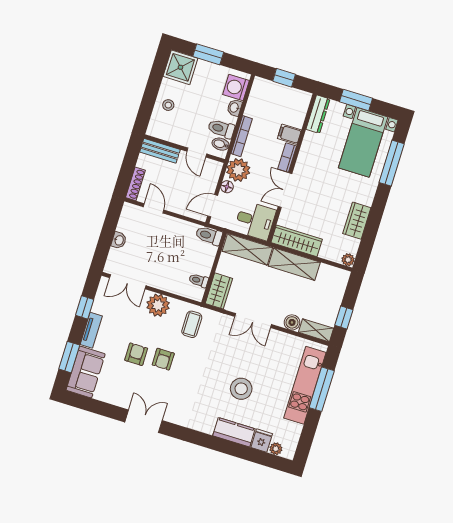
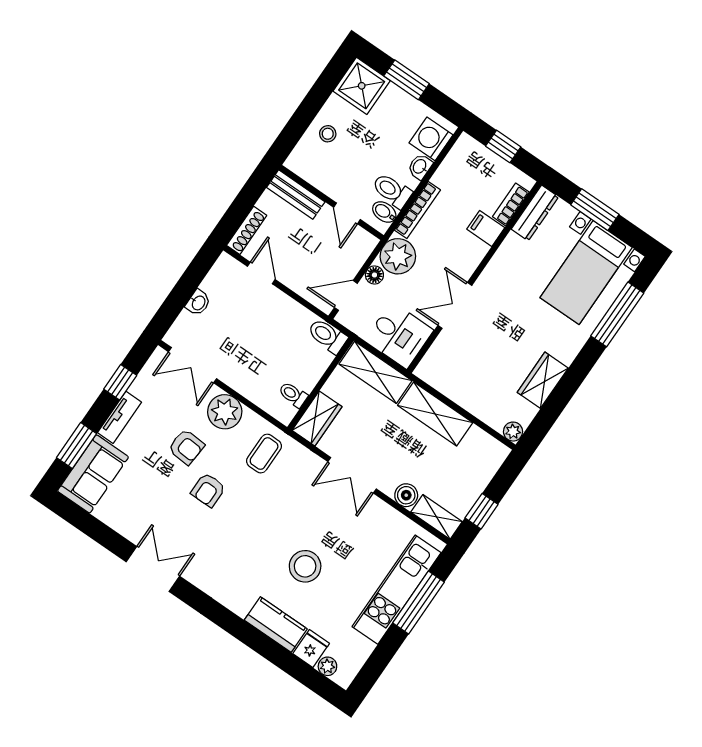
bookcase: (287, 158) -> (511, 204), moved
wardrobe: (297, 241) -> (449, 382), removed
armchair: (136, 354) -> (186, 447), moved, turned 94

